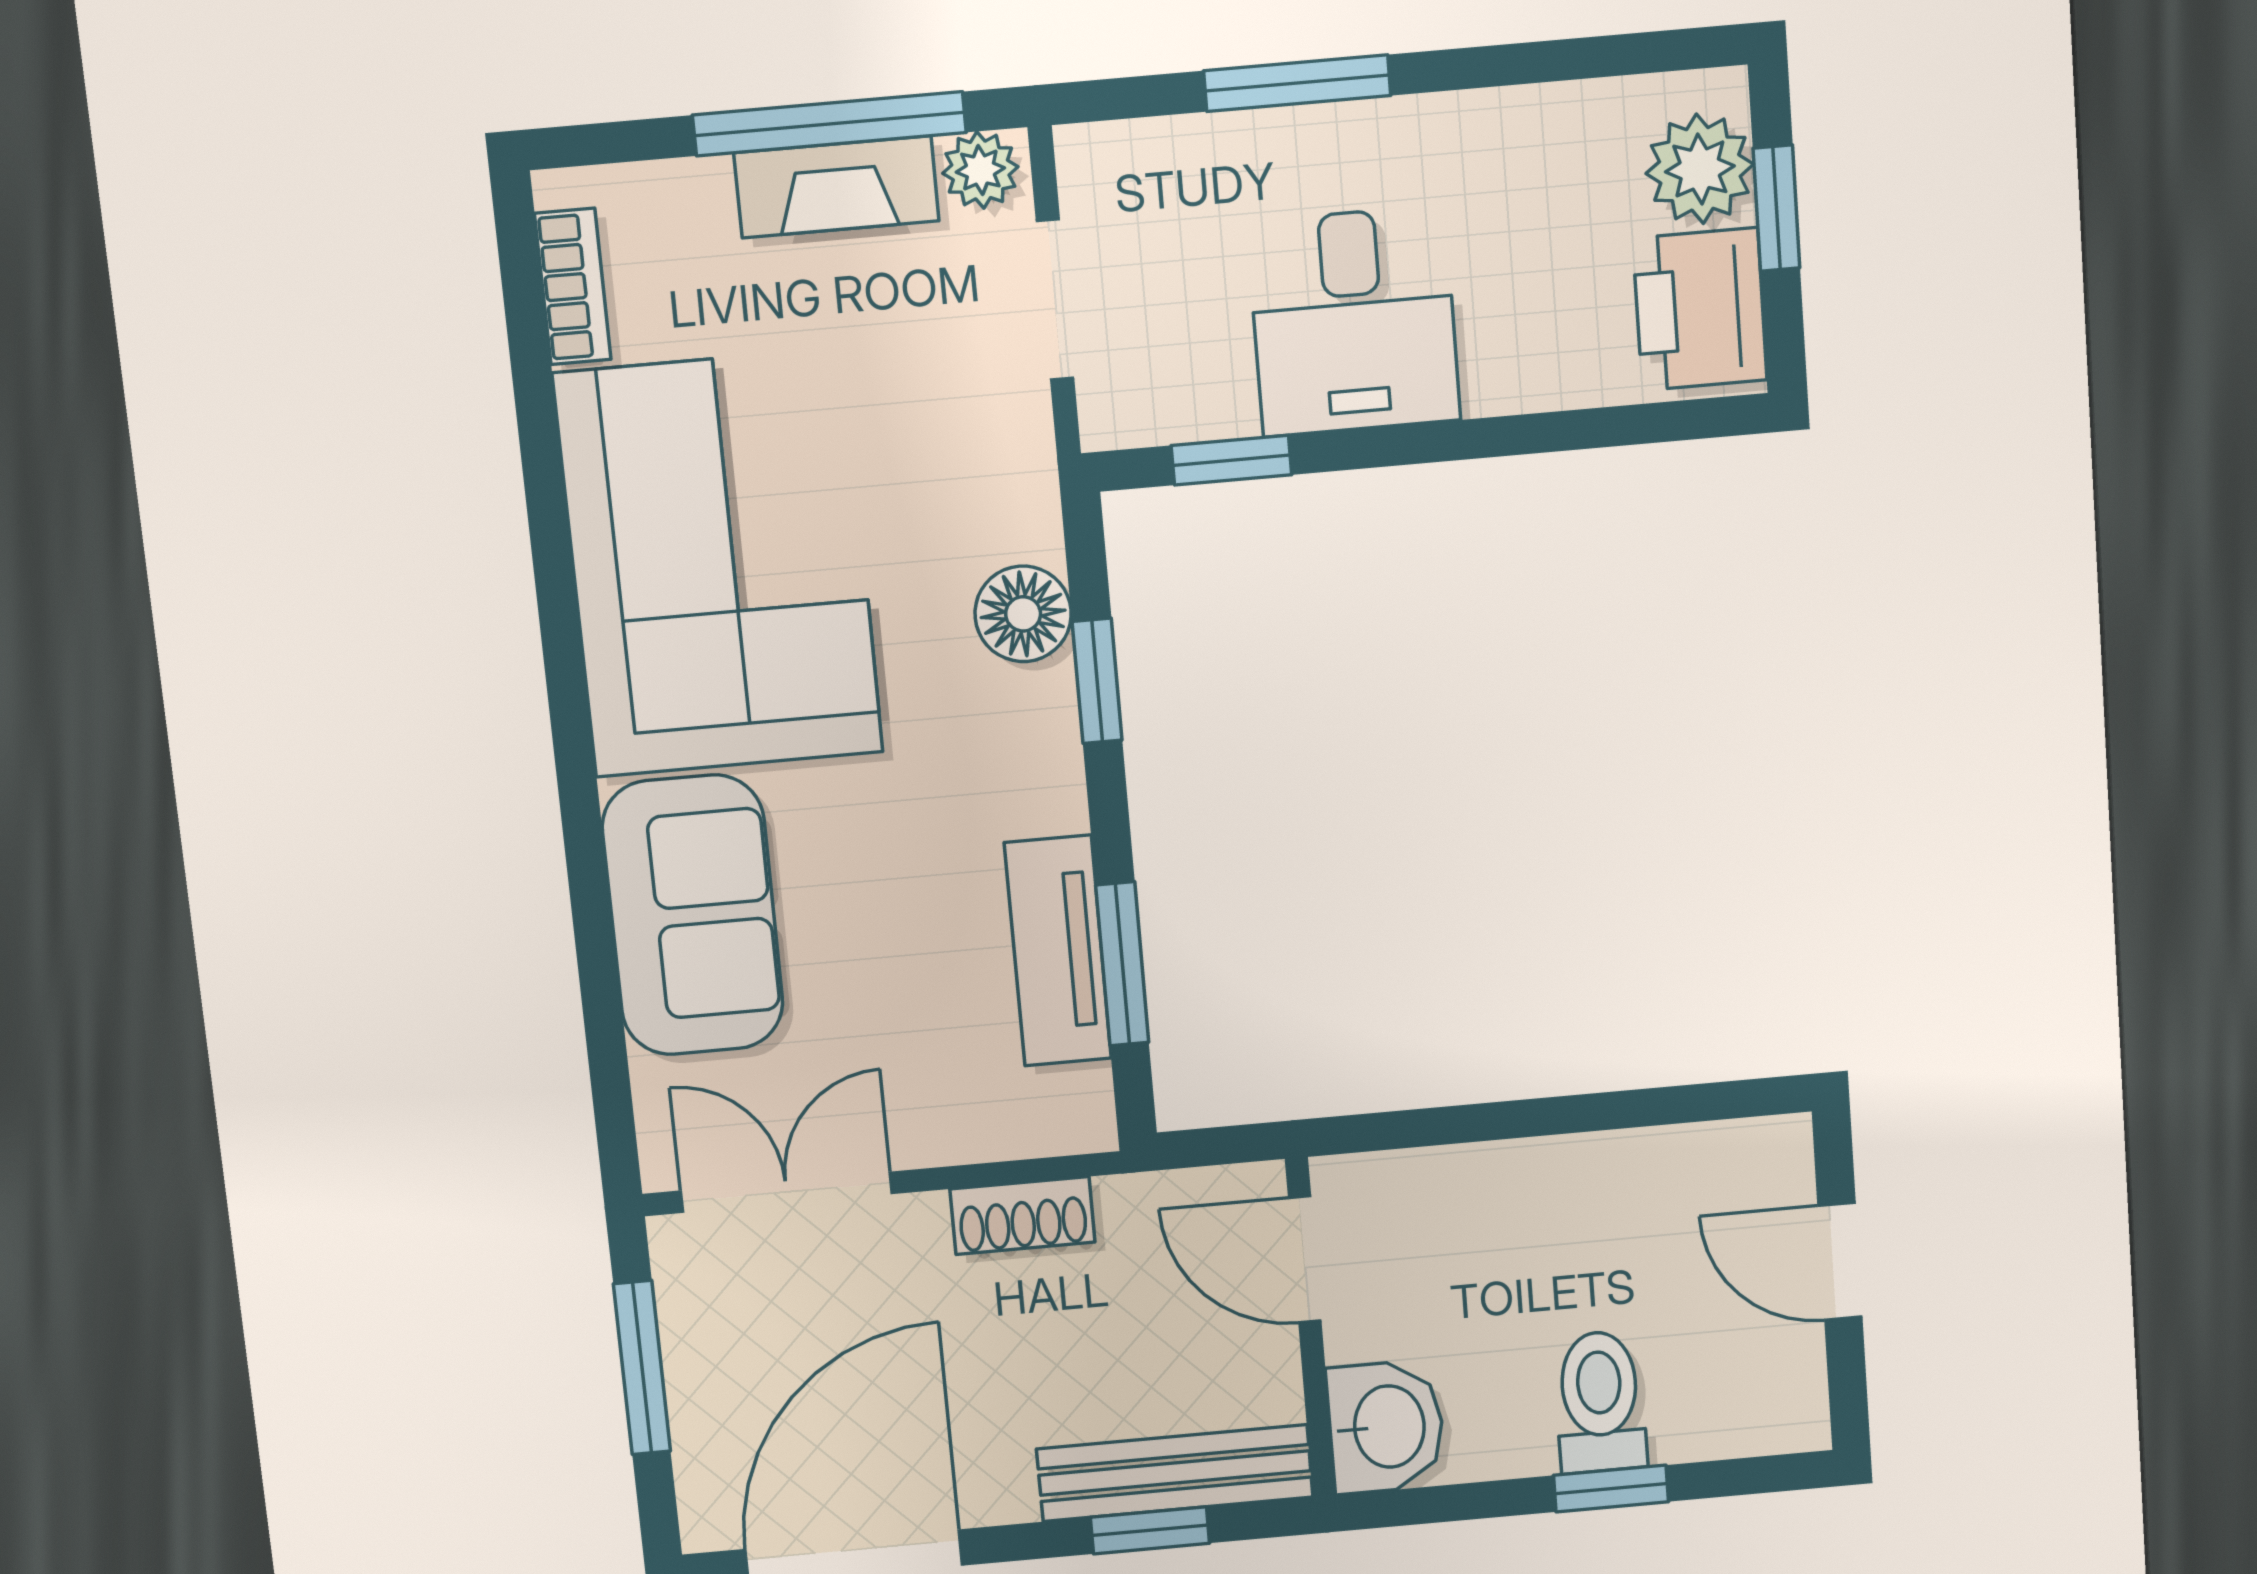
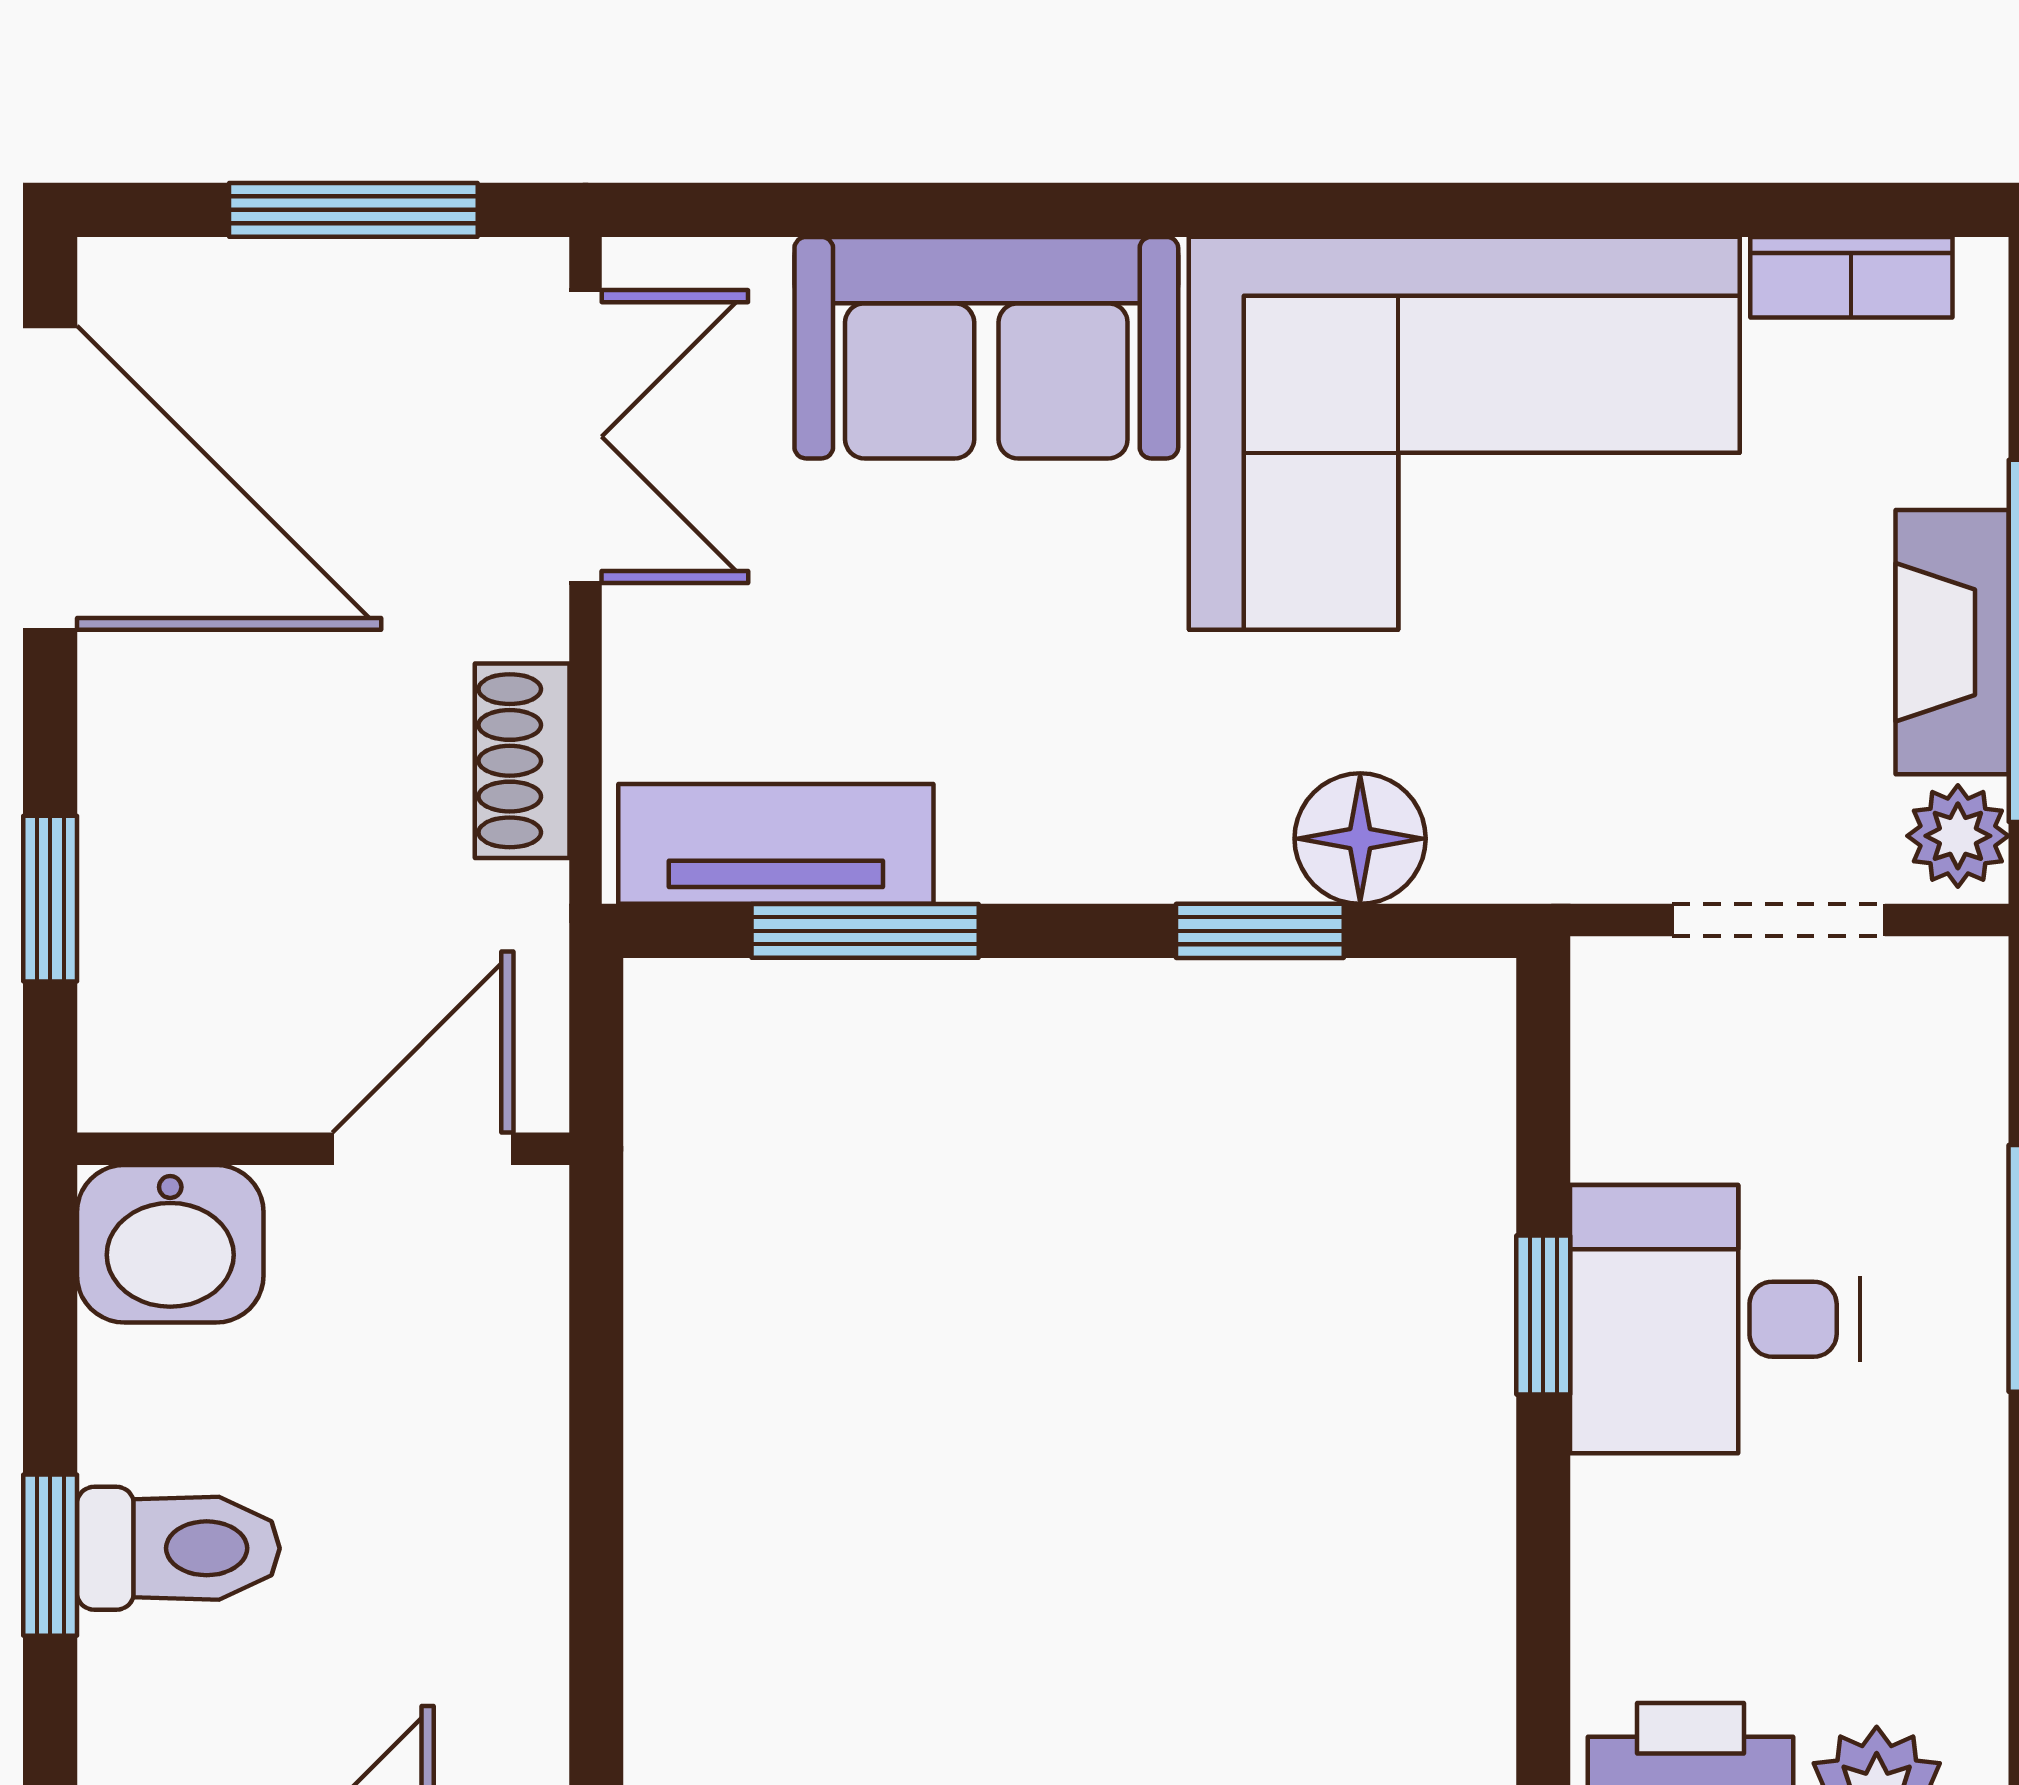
window: (1231, 460) -> (1543, 1315), moved
tv unit: (1058, 951) -> (776, 844), moved
bench: (1175, 1473) -> (131, 941), removed

